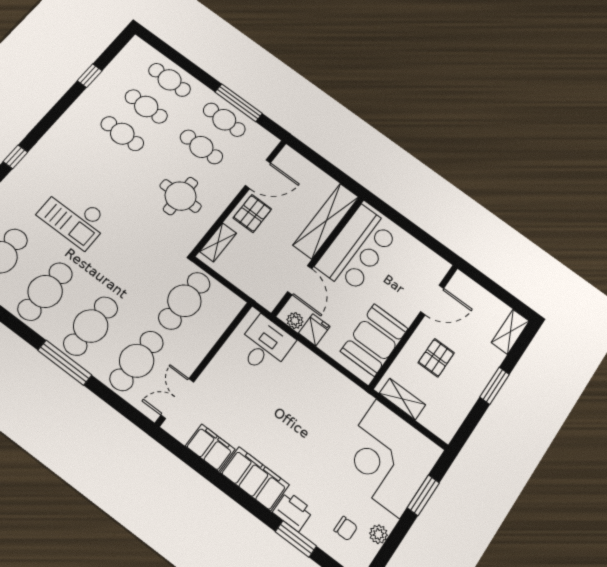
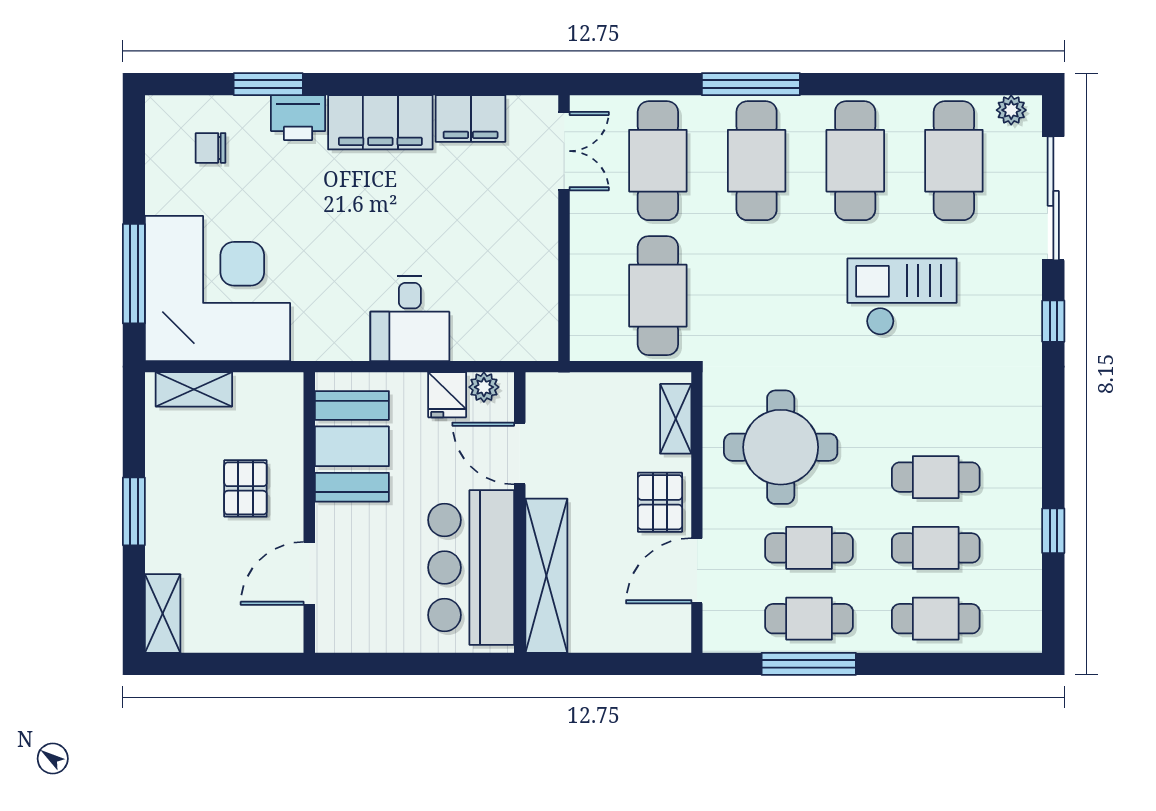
round table: (181, 196) -> (781, 447), width x1.36, depth x1.36
desk: (265, 345) -> (410, 319), moved
shelving: (402, 399) -> (194, 389), moved
window: (423, 495) -> (134, 274), width x1.44
plant: (378, 534) -> (161, 174), removed

